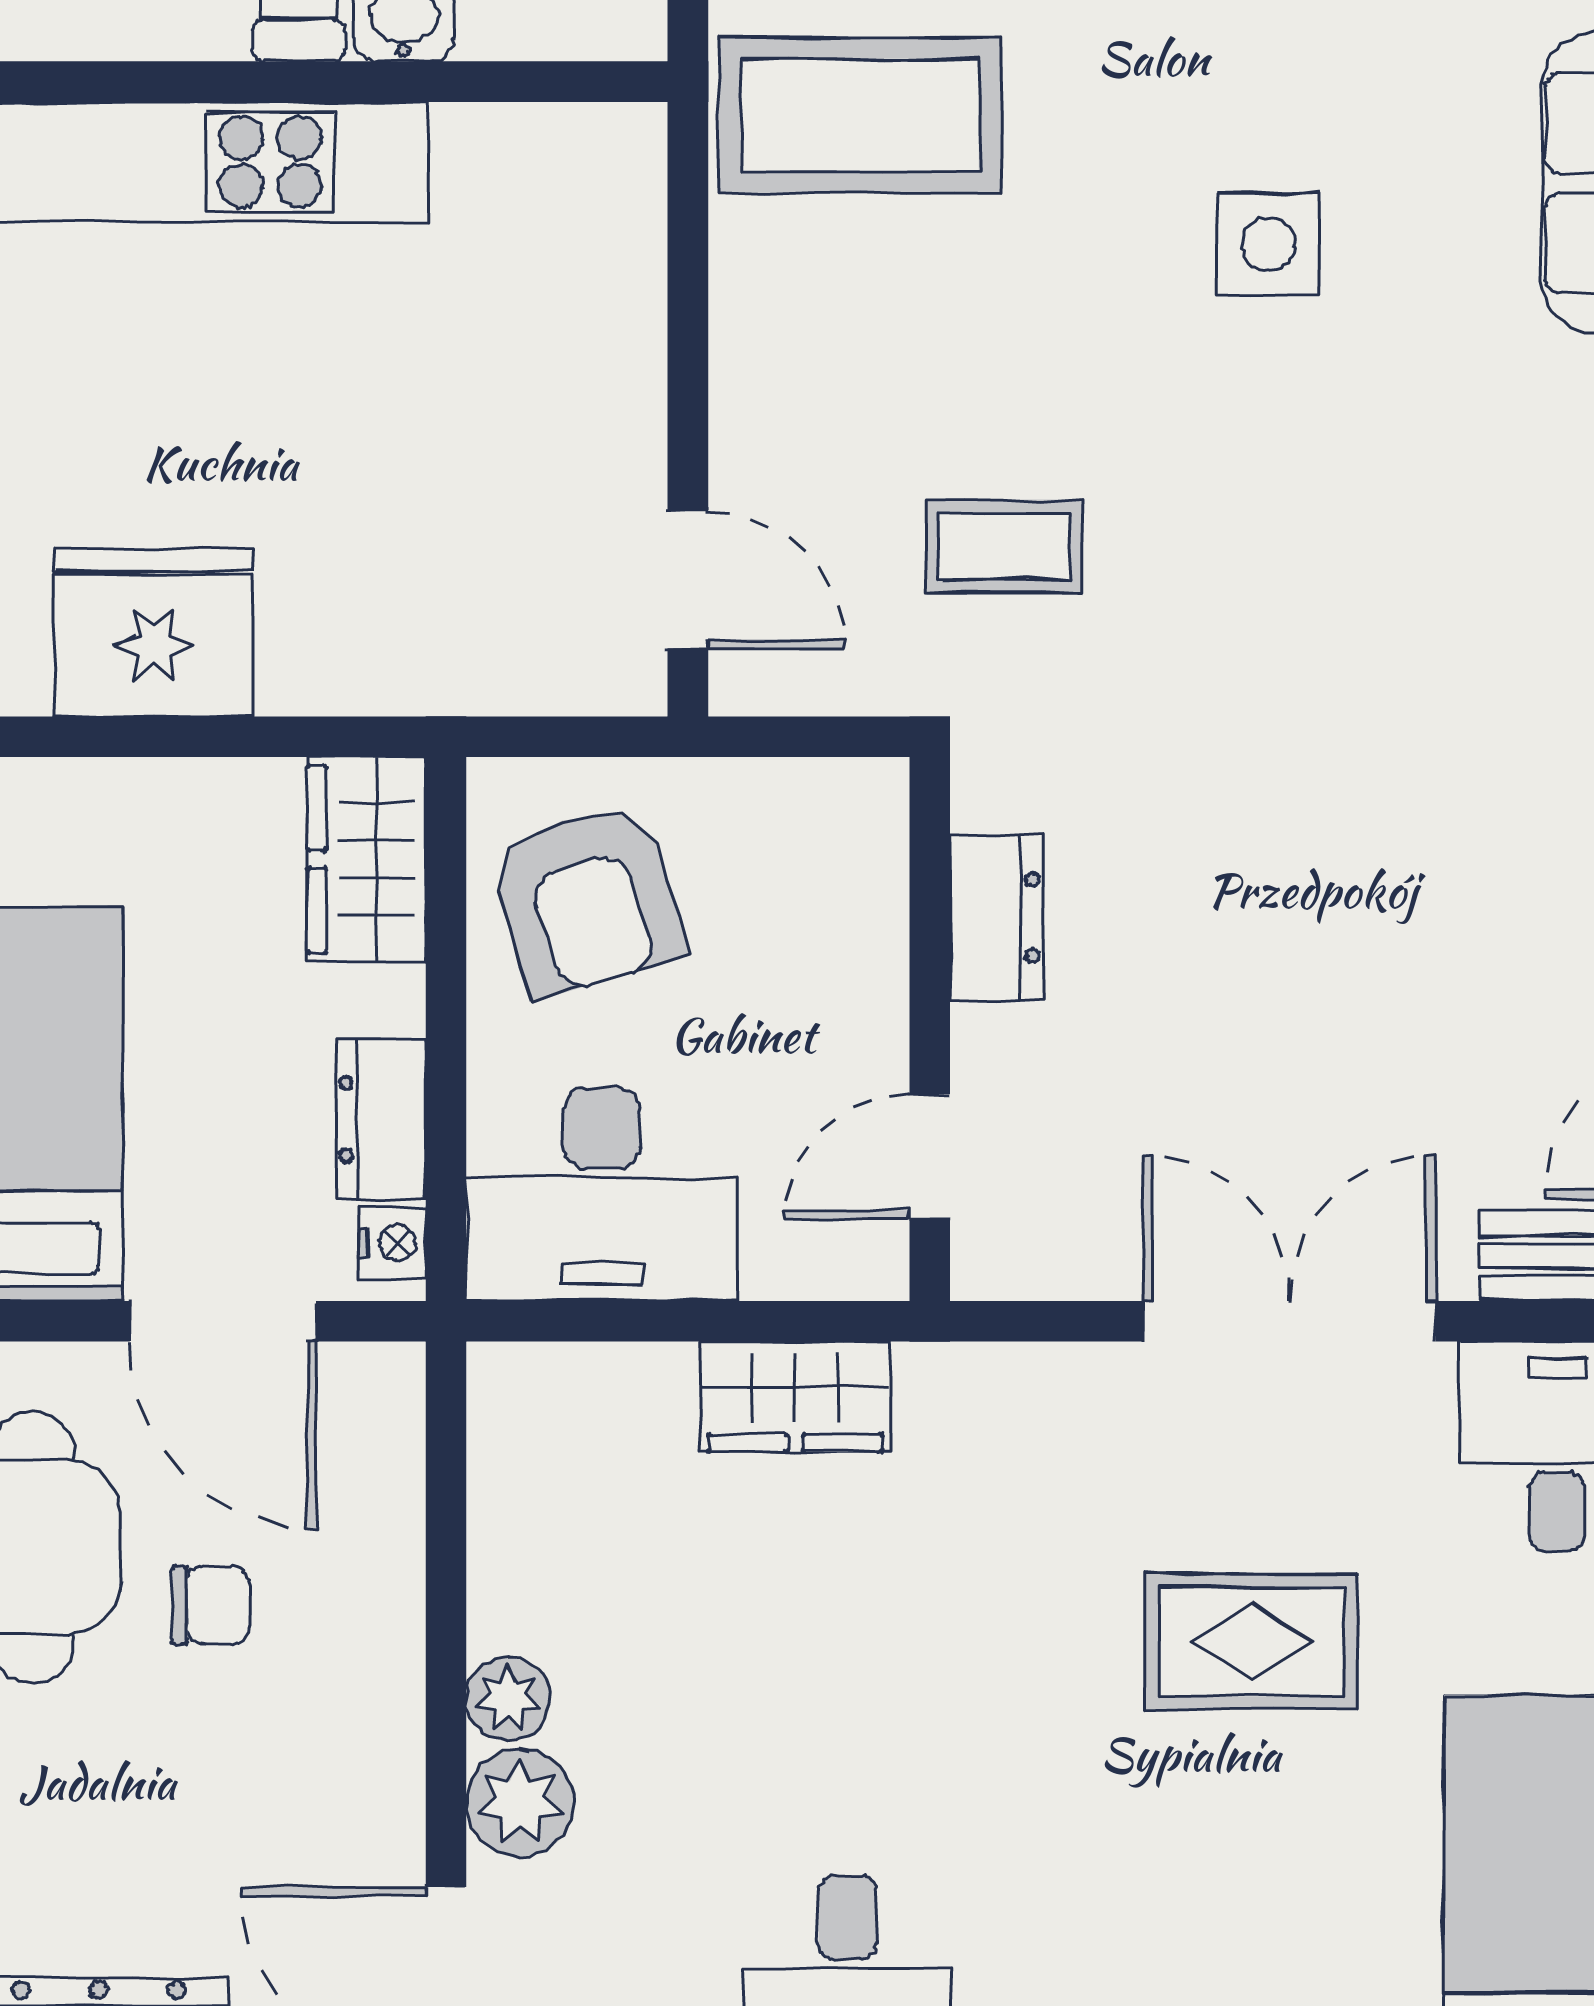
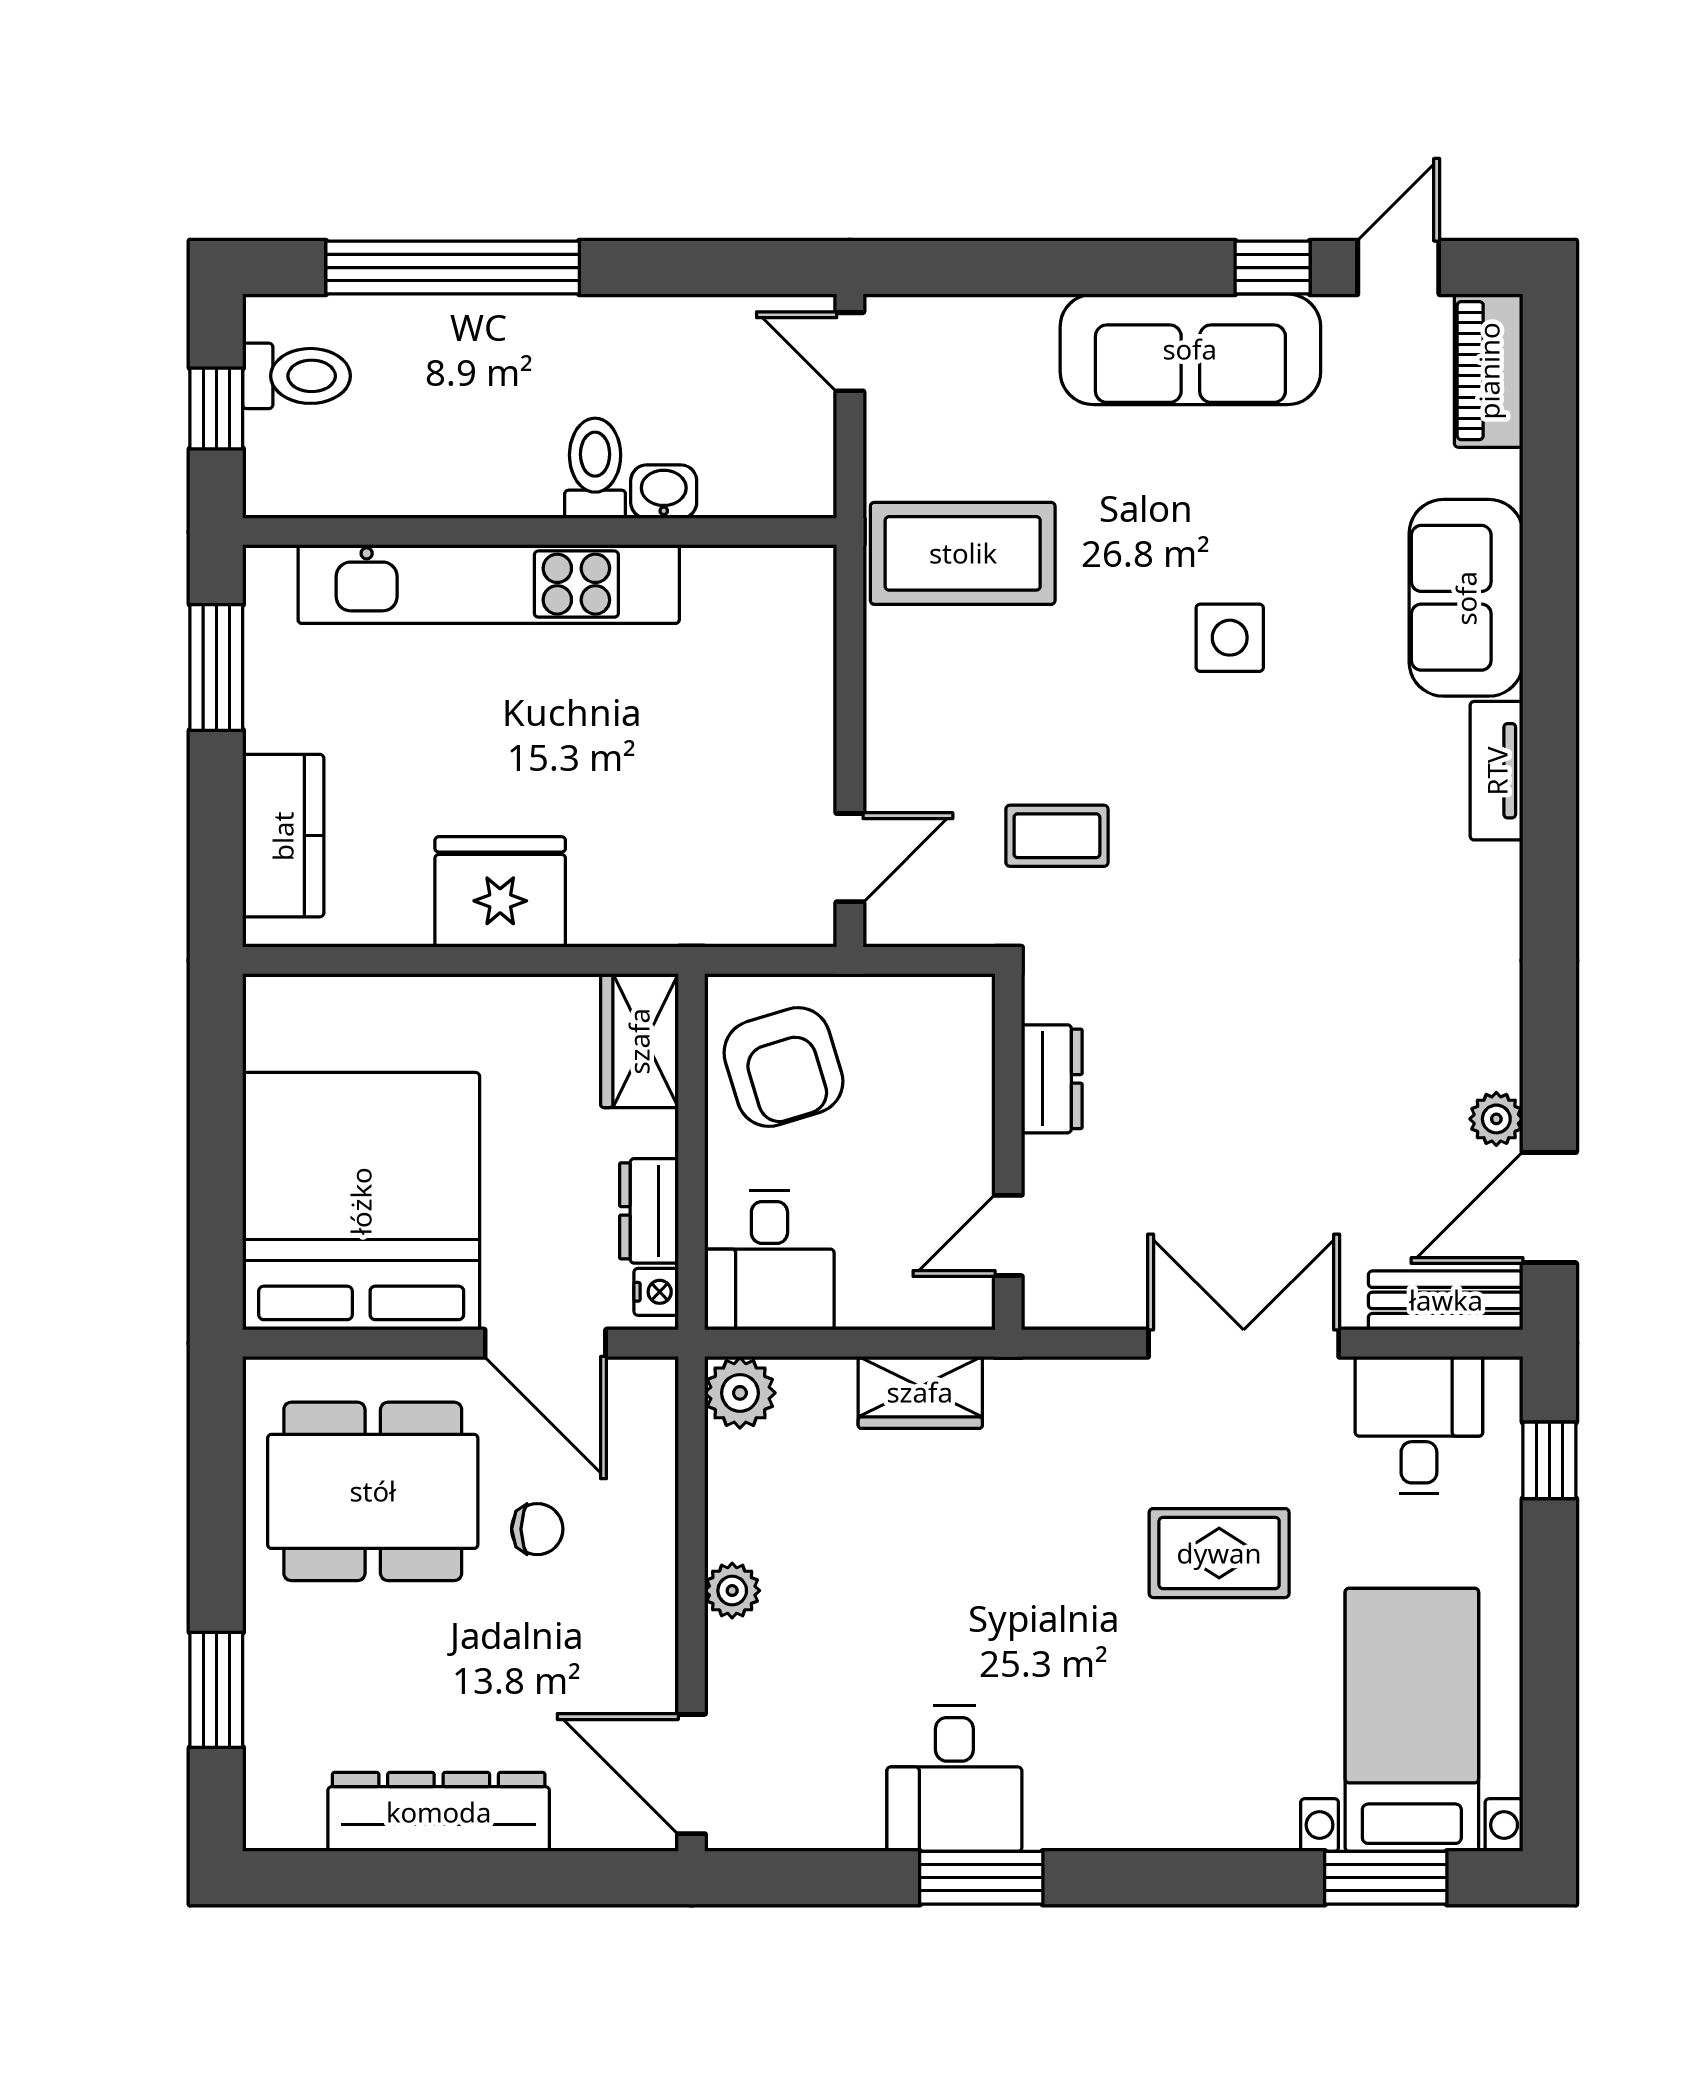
door: (688, 580) -> (850, 858), hinge flipped
desk: (602, 1194) -> (769, 1260), width x0.73
plant: (520, 1803) -> (740, 1393), moved

